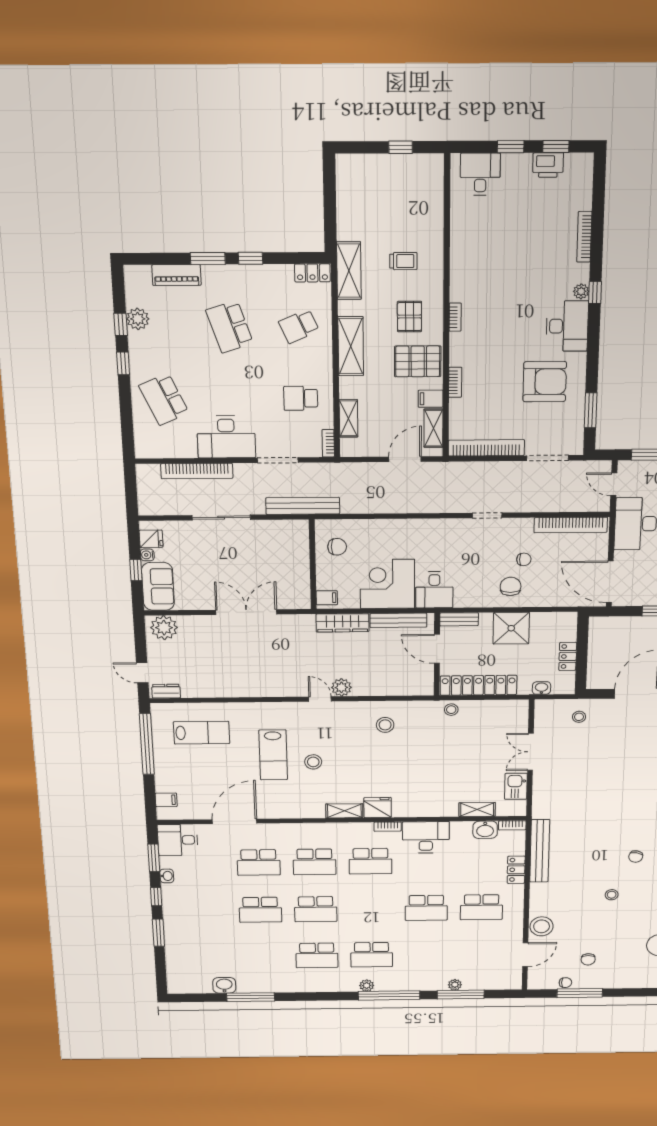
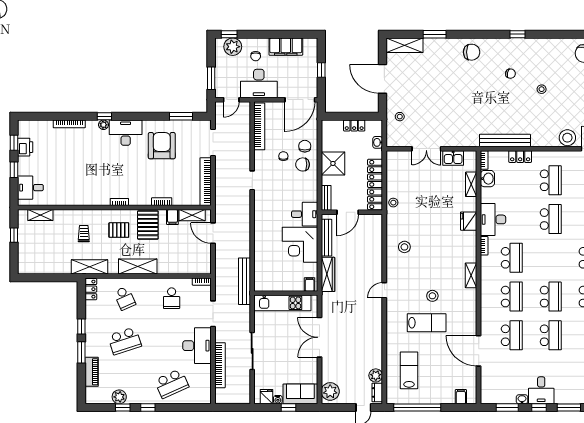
shelving: (349, 418) -> (40, 215), moved
bench: (303, 506) -> (244, 281), moved
chair: (337, 547) -> (305, 146), moved
kitchen unit: (297, 560) -> (282, 303), added
plant: (341, 687) -> (376, 375), moved
fridge: (378, 807) -> (469, 221), moved
desk: (178, 840) -> (541, 390), moved

